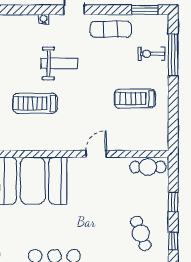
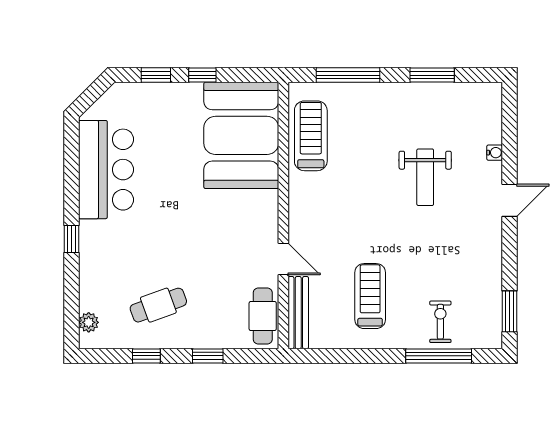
exercise mat: (111, 29) -> (479, 258), removed
treadmill: (35, 103) -> (311, 136), moved
bench: (145, 144) -> (298, 313), added
door: (96, 154) -> (283, 259), moved

